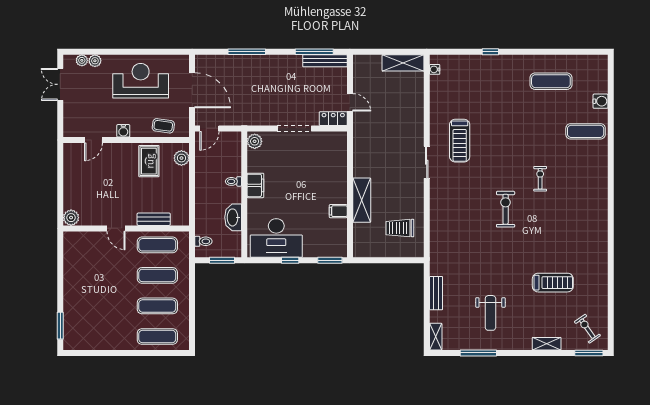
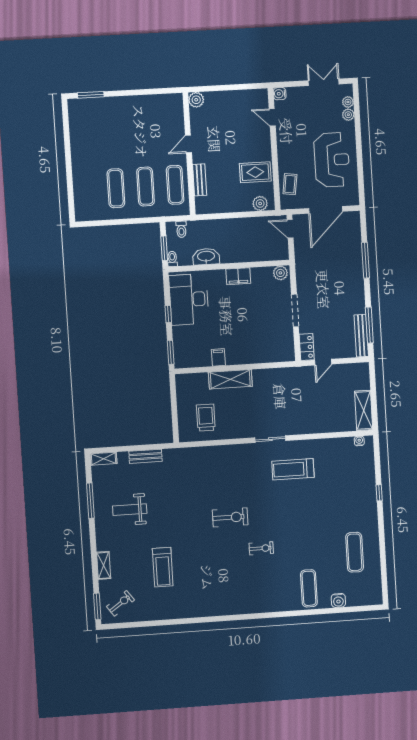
water cooler: (123, 131) -> (280, 94), moved
toilet: (233, 181) -> (172, 259), moved
exercise mat: (157, 337) -> (86, 190), removed

